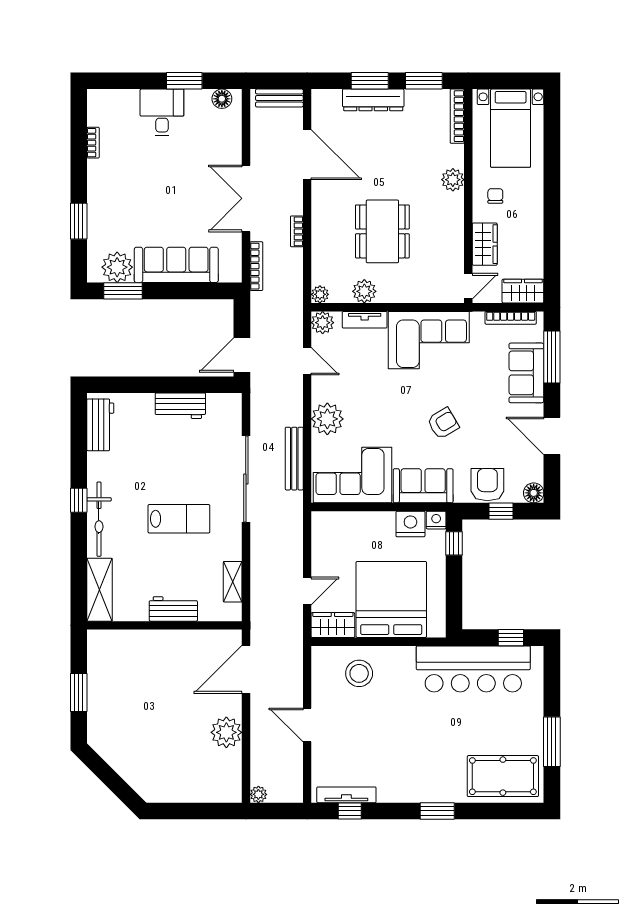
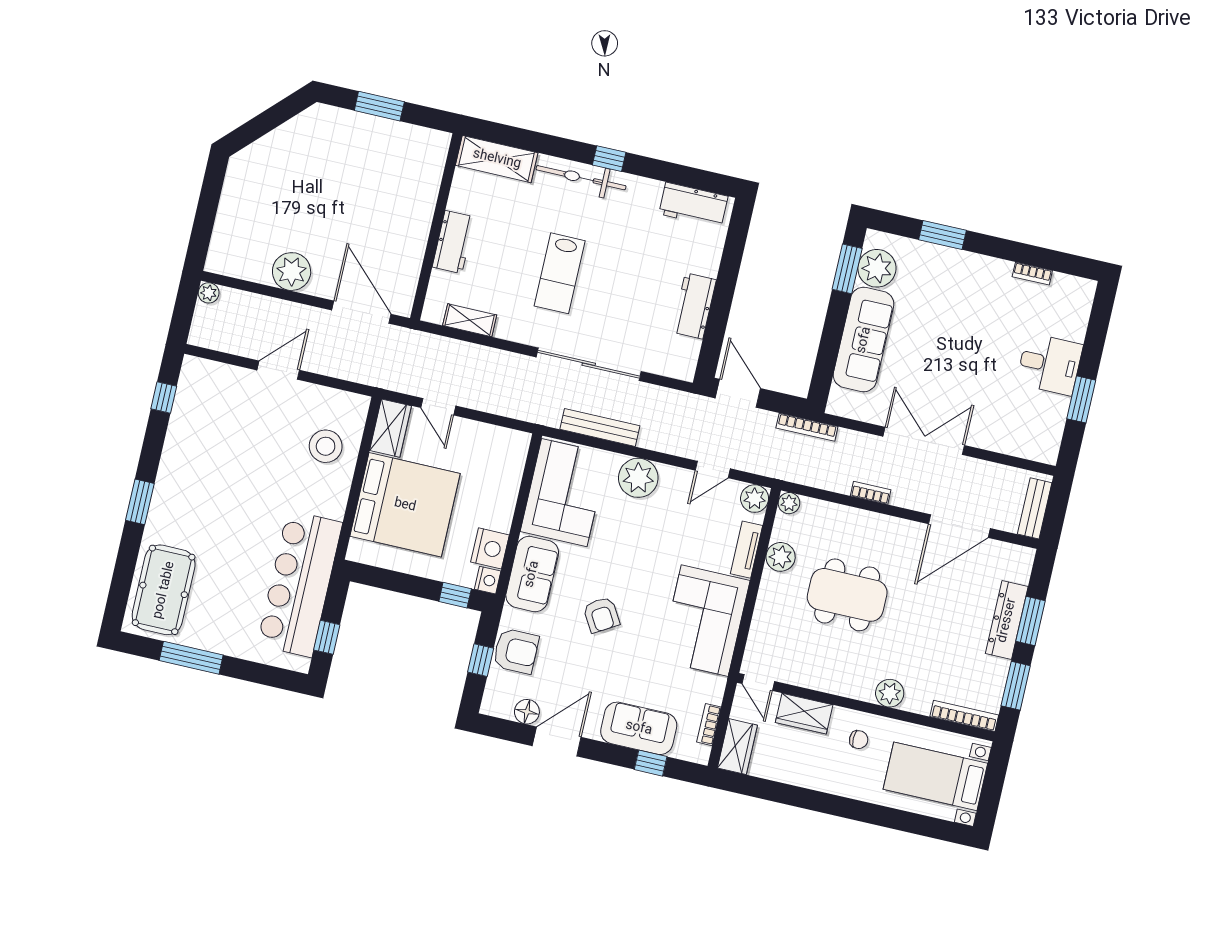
floor lamp: (222, 99) -> (1050, 439), removed
bookcase: (256, 266) -> (807, 427), moved
bookcase: (511, 318) -> (709, 725), width x0.64
window: (552, 357) -> (651, 763), width x0.46
floor lamp: (534, 493) -> (527, 712), moved
tv unit: (346, 795) -> (184, 398), removed

